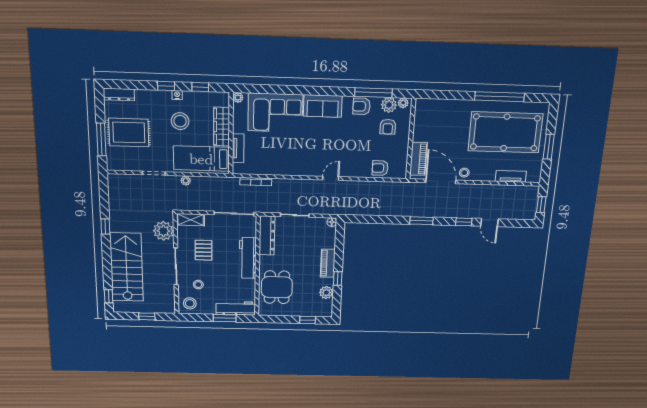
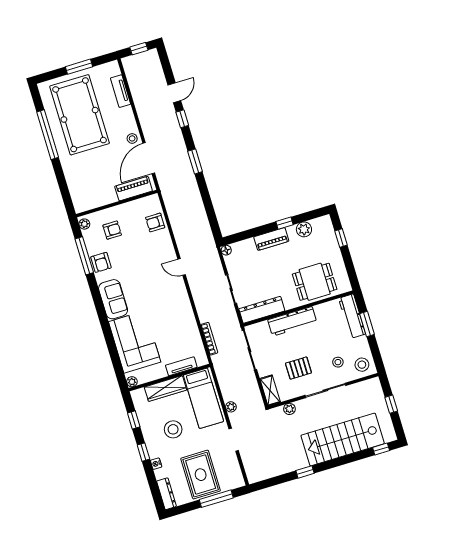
nightstand: (177, 95) -> (156, 464), moved
plant: (389, 105) -> (91, 237), removed
armchair: (380, 168) -> (155, 222), turned 90
plant: (163, 231) -> (289, 409), width x0.53, depth x0.53

